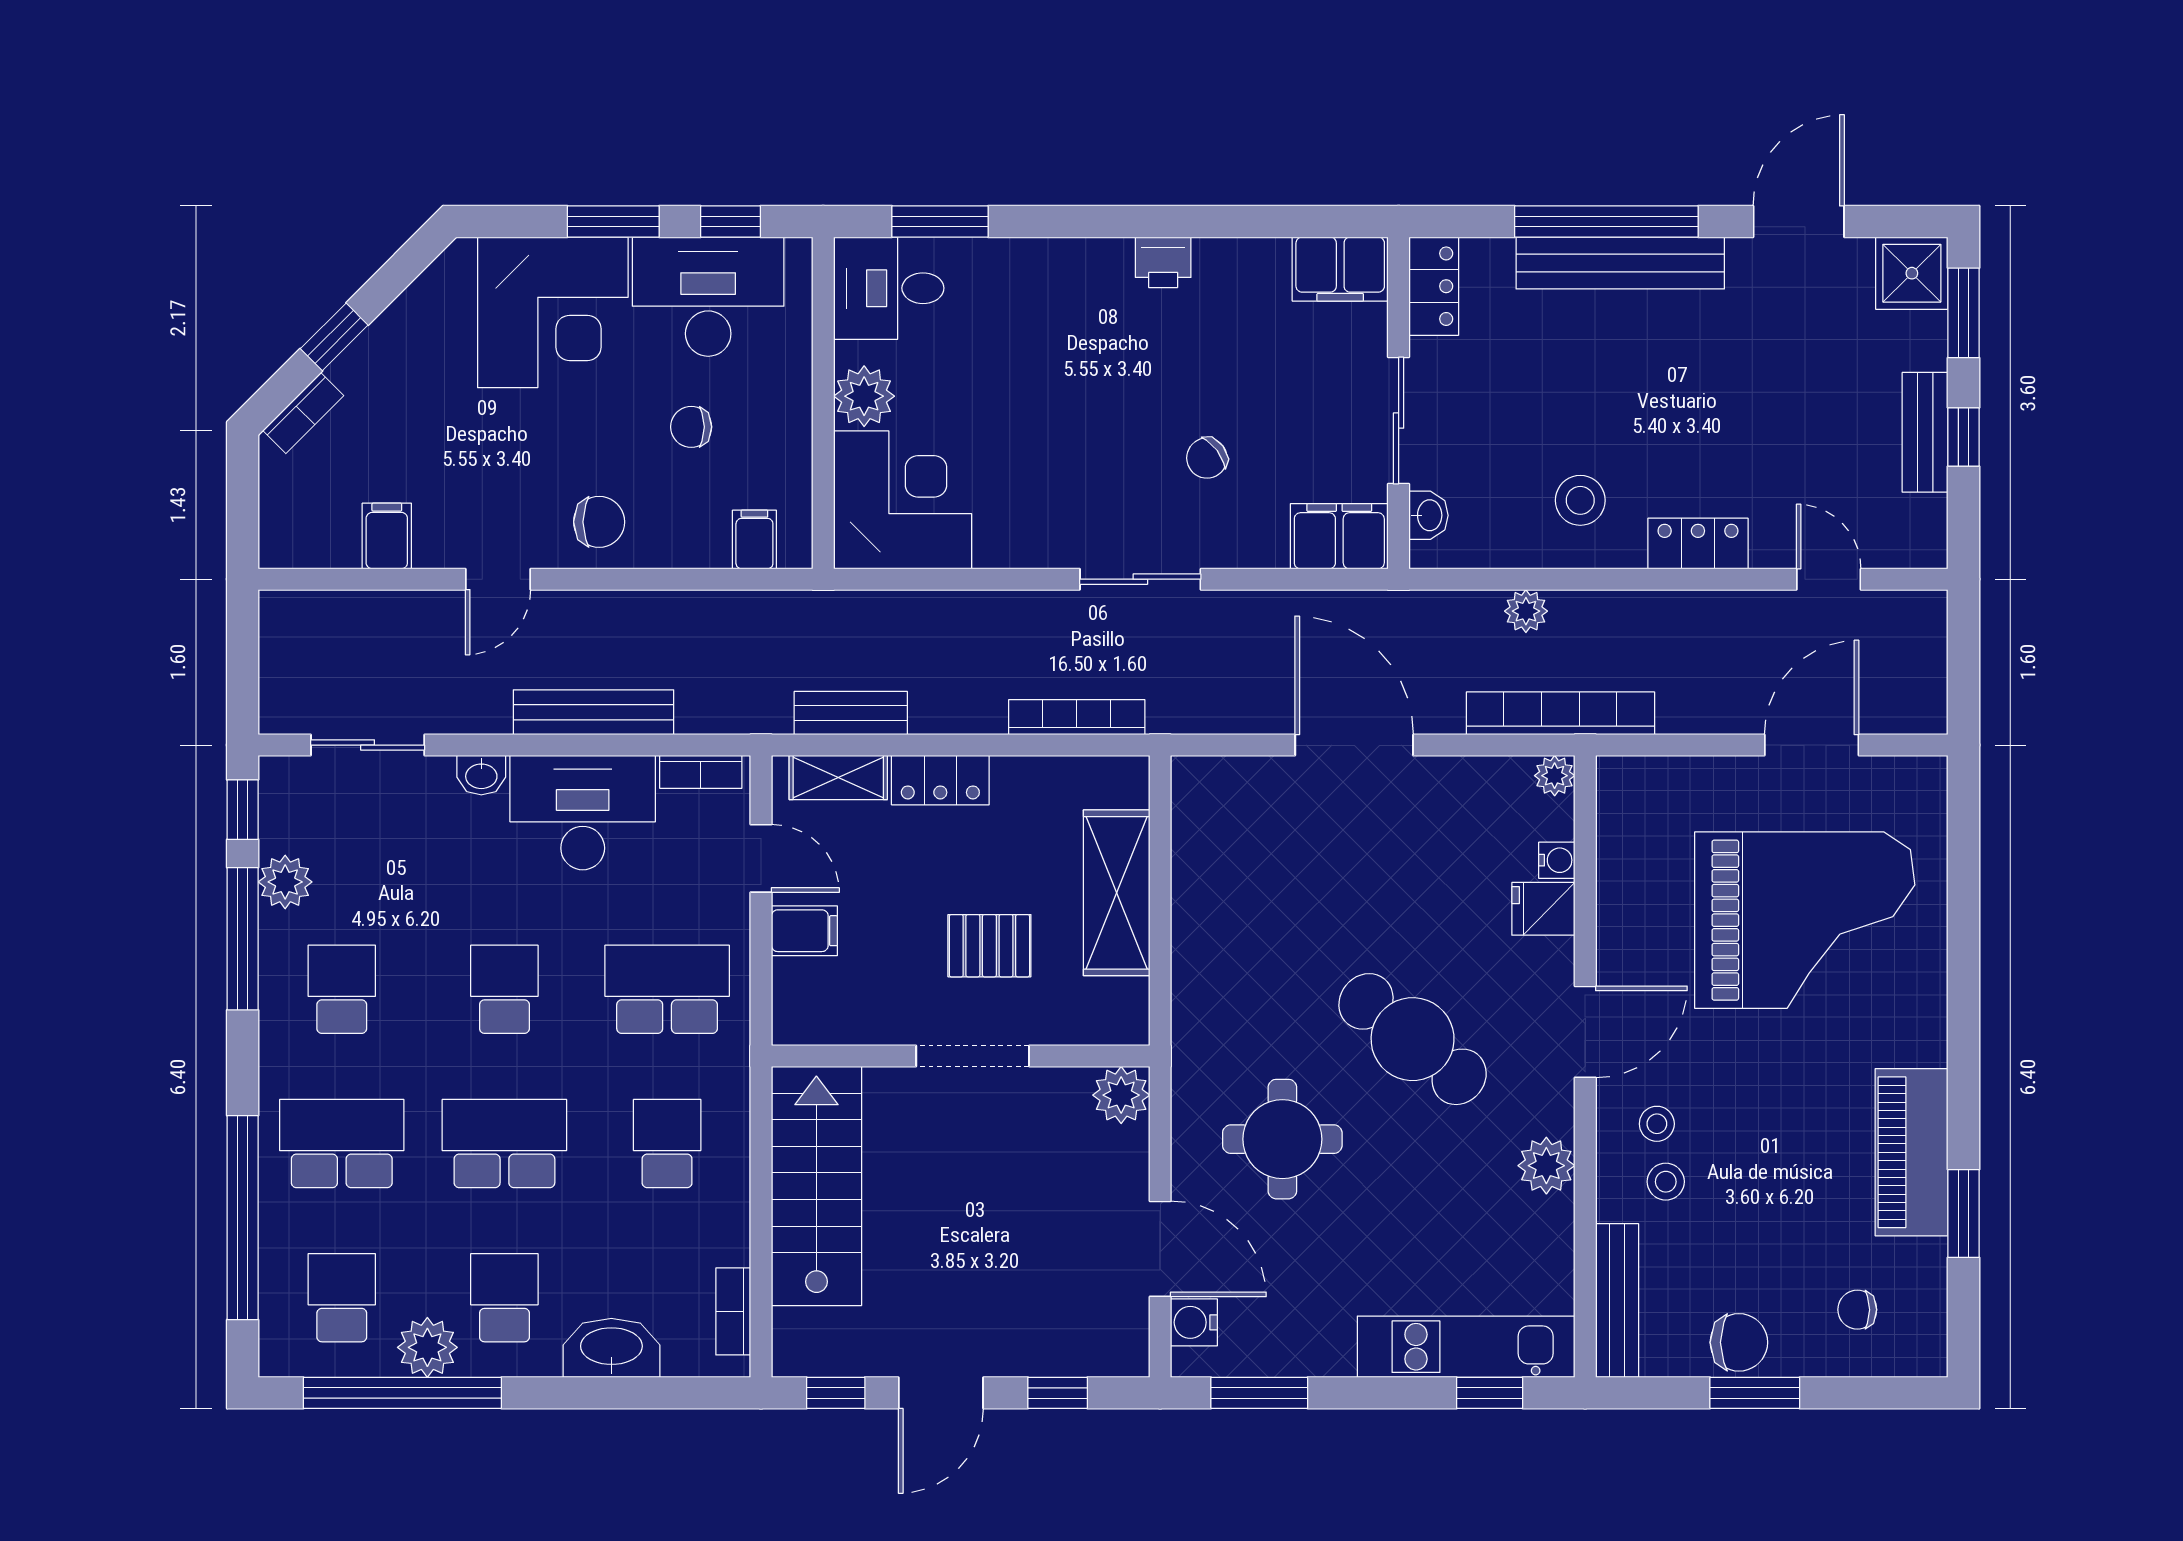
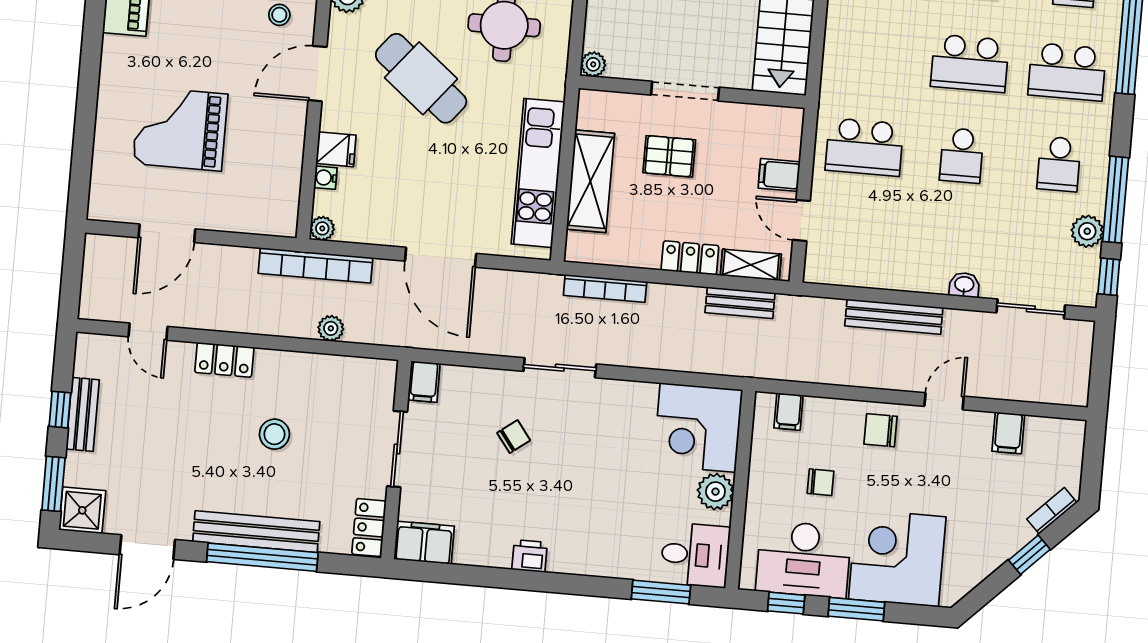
stool: (1580, 500) -> (274, 434), moved
washbasin: (1428, 515) -> (384, 391), removed
filing cabinet: (1339, 536) -> (424, 382), width x0.50
bookcase: (701, 772) -> (833, 275), removed
desk: (583, 813) -> (906, 257), removed
kitchen unit: (1205, 899) -> (538, 173), added
grand piano: (1805, 920) -> (180, 129), width x0.73, depth x0.68
plant: (1121, 1095) -> (593, 64), width x0.73, depth x0.73
school desk: (667, 1144) -> (872, 55), removed

